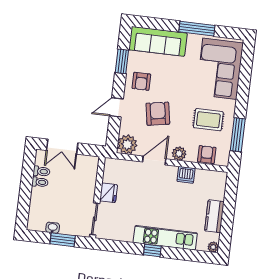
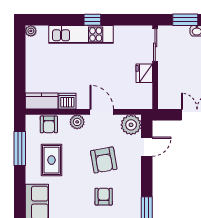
armchair: (141, 81) -> (104, 197), moved
door: (116, 107) -> (147, 147), moved
rug: (208, 120) -> (51, 160), turned 90
door: (154, 160) -> (102, 112), swing flipped
kitchen counter: (214, 216) -> (42, 101), moved, turned -90

